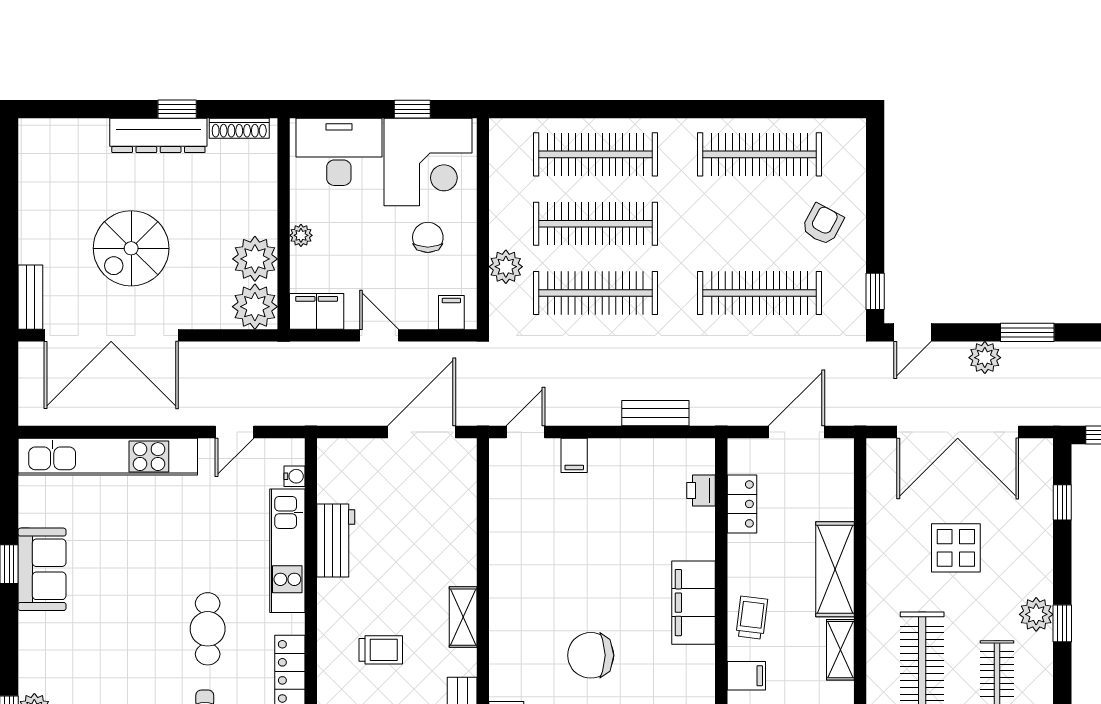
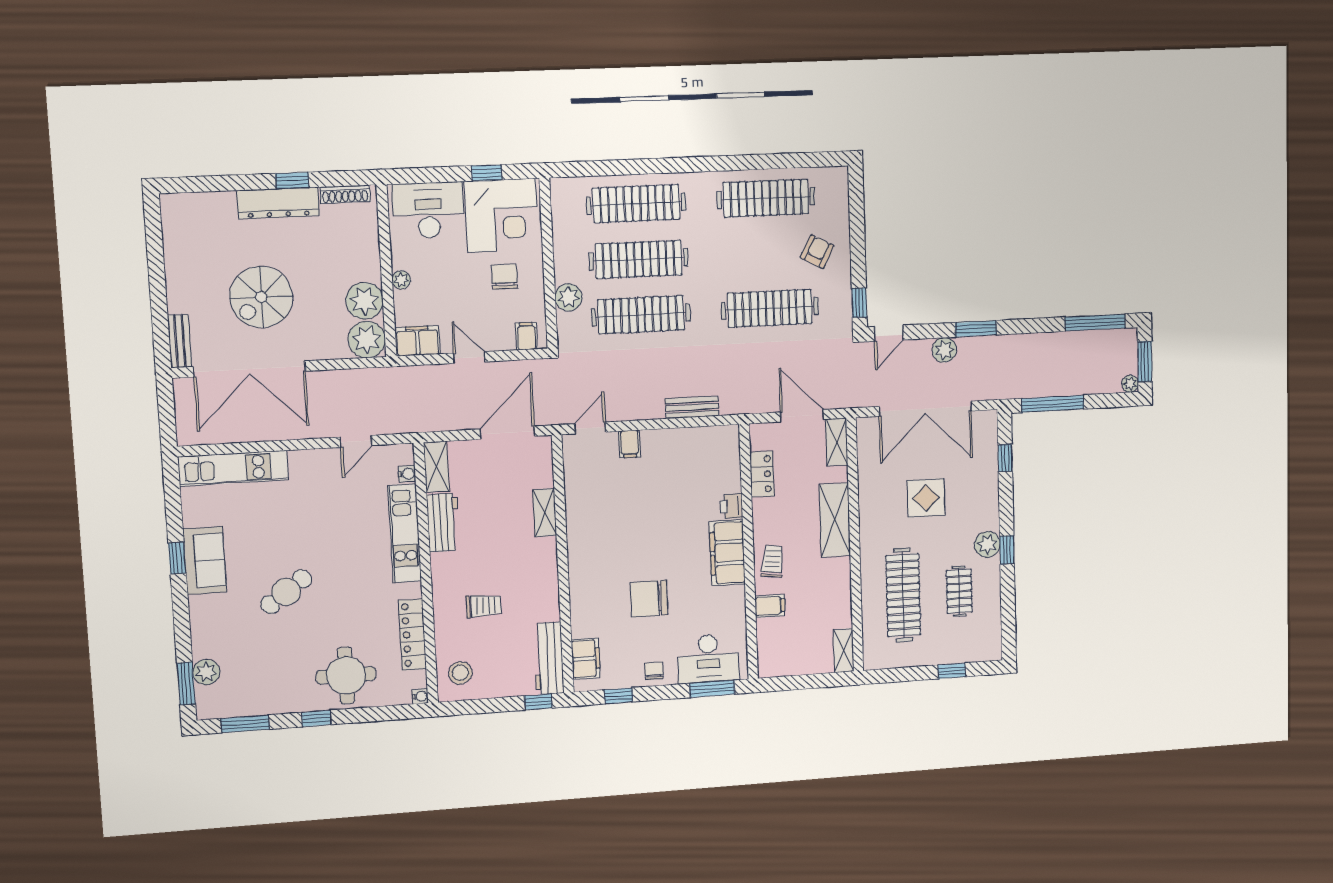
door: (796, 432) -> (802, 416), hinge flipped
kitchen unit: (108, 457) -> (233, 468), width x0.73
shelving: (331, 470) -> (436, 467), added
printer: (701, 490) -> (731, 506), moved
shelving: (463, 617) -> (545, 513), moved
cafe table: (208, 629) -> (286, 592), moved, turned 54
shelving: (840, 650) -> (837, 442), moved

